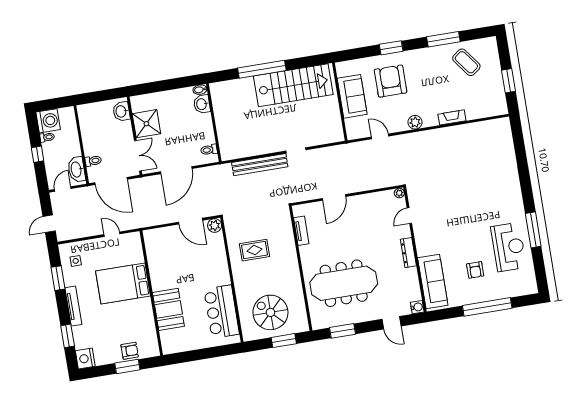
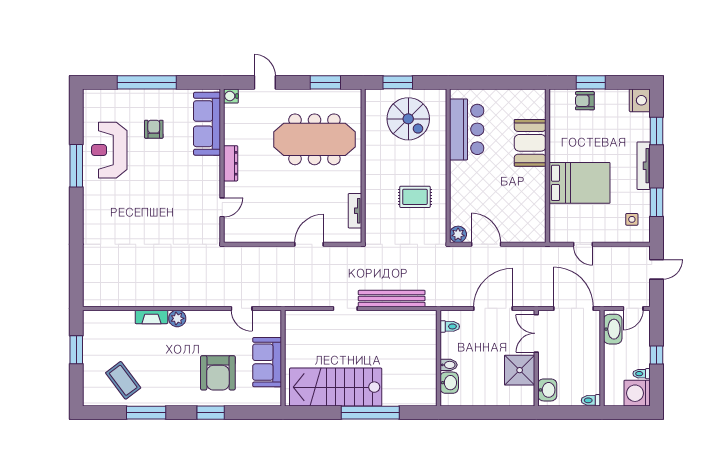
bidet: (200, 90) -> (449, 365), moved
plant: (415, 122) -> (177, 318), moved
toilet: (93, 161) -> (591, 400), moved
plant: (399, 193) -> (230, 237), removed

